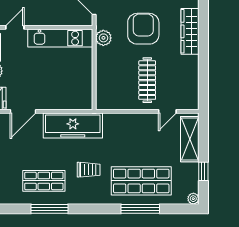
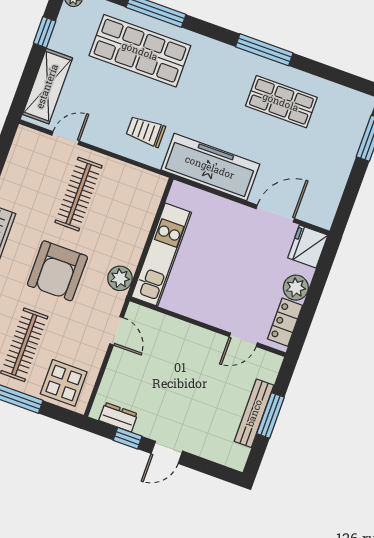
kitchen unit: (60, 38) -> (161, 255), moved, turned 90
trolley: (89, 170) -> (146, 131), moved
window: (49, 209) -> (264, 50), moved

